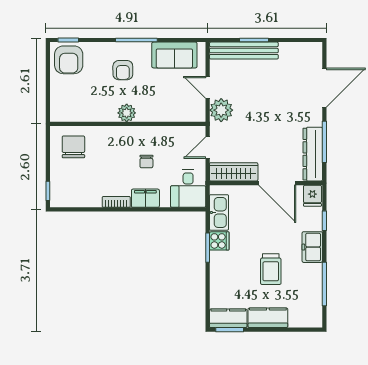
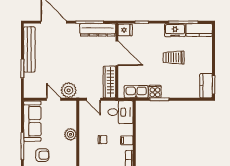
bench: (244, 51) -> (29, 49), moved
sofa: (174, 55) -> (32, 121), width x1.36
door: (208, 87) -> (54, 99), swing flipped
plant: (127, 113) -> (70, 134), moved
door: (277, 183) -> (117, 53), hinge flipped
filing cabinet: (145, 198) -> (127, 140), width x0.50
freezer: (312, 247) -> (175, 30), moved
trolley: (271, 269) -> (174, 58), turned 180
kitchen counter: (268, 318) -> (199, 30), moved, turned -90

